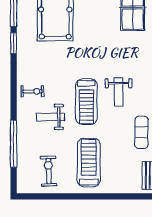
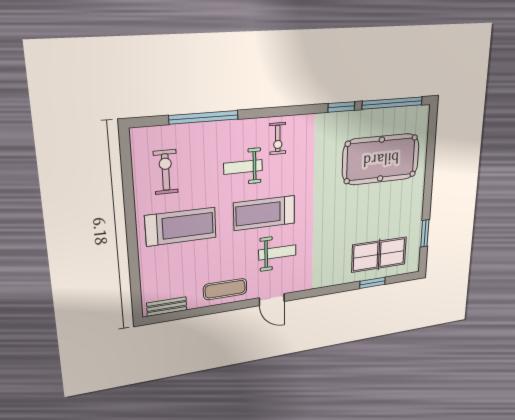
weight bench: (118, 92) -> (277, 252), turned 180
weight bench: (50, 117) -> (243, 167), turned -90
exercise bike: (49, 171) -> (166, 172), turned -88

